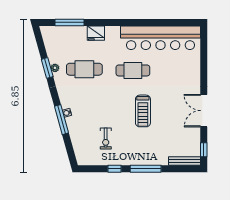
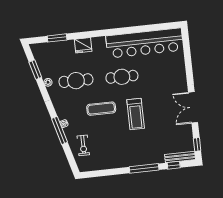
window: (69, 22) -> (57, 38), width x0.69
window: (47, 68) -> (35, 70), moved
exercise mat: (108, 101) -> (101, 109), added
exercise bike: (106, 139) -> (83, 145), moved
window: (115, 169) -> (174, 165), moved

